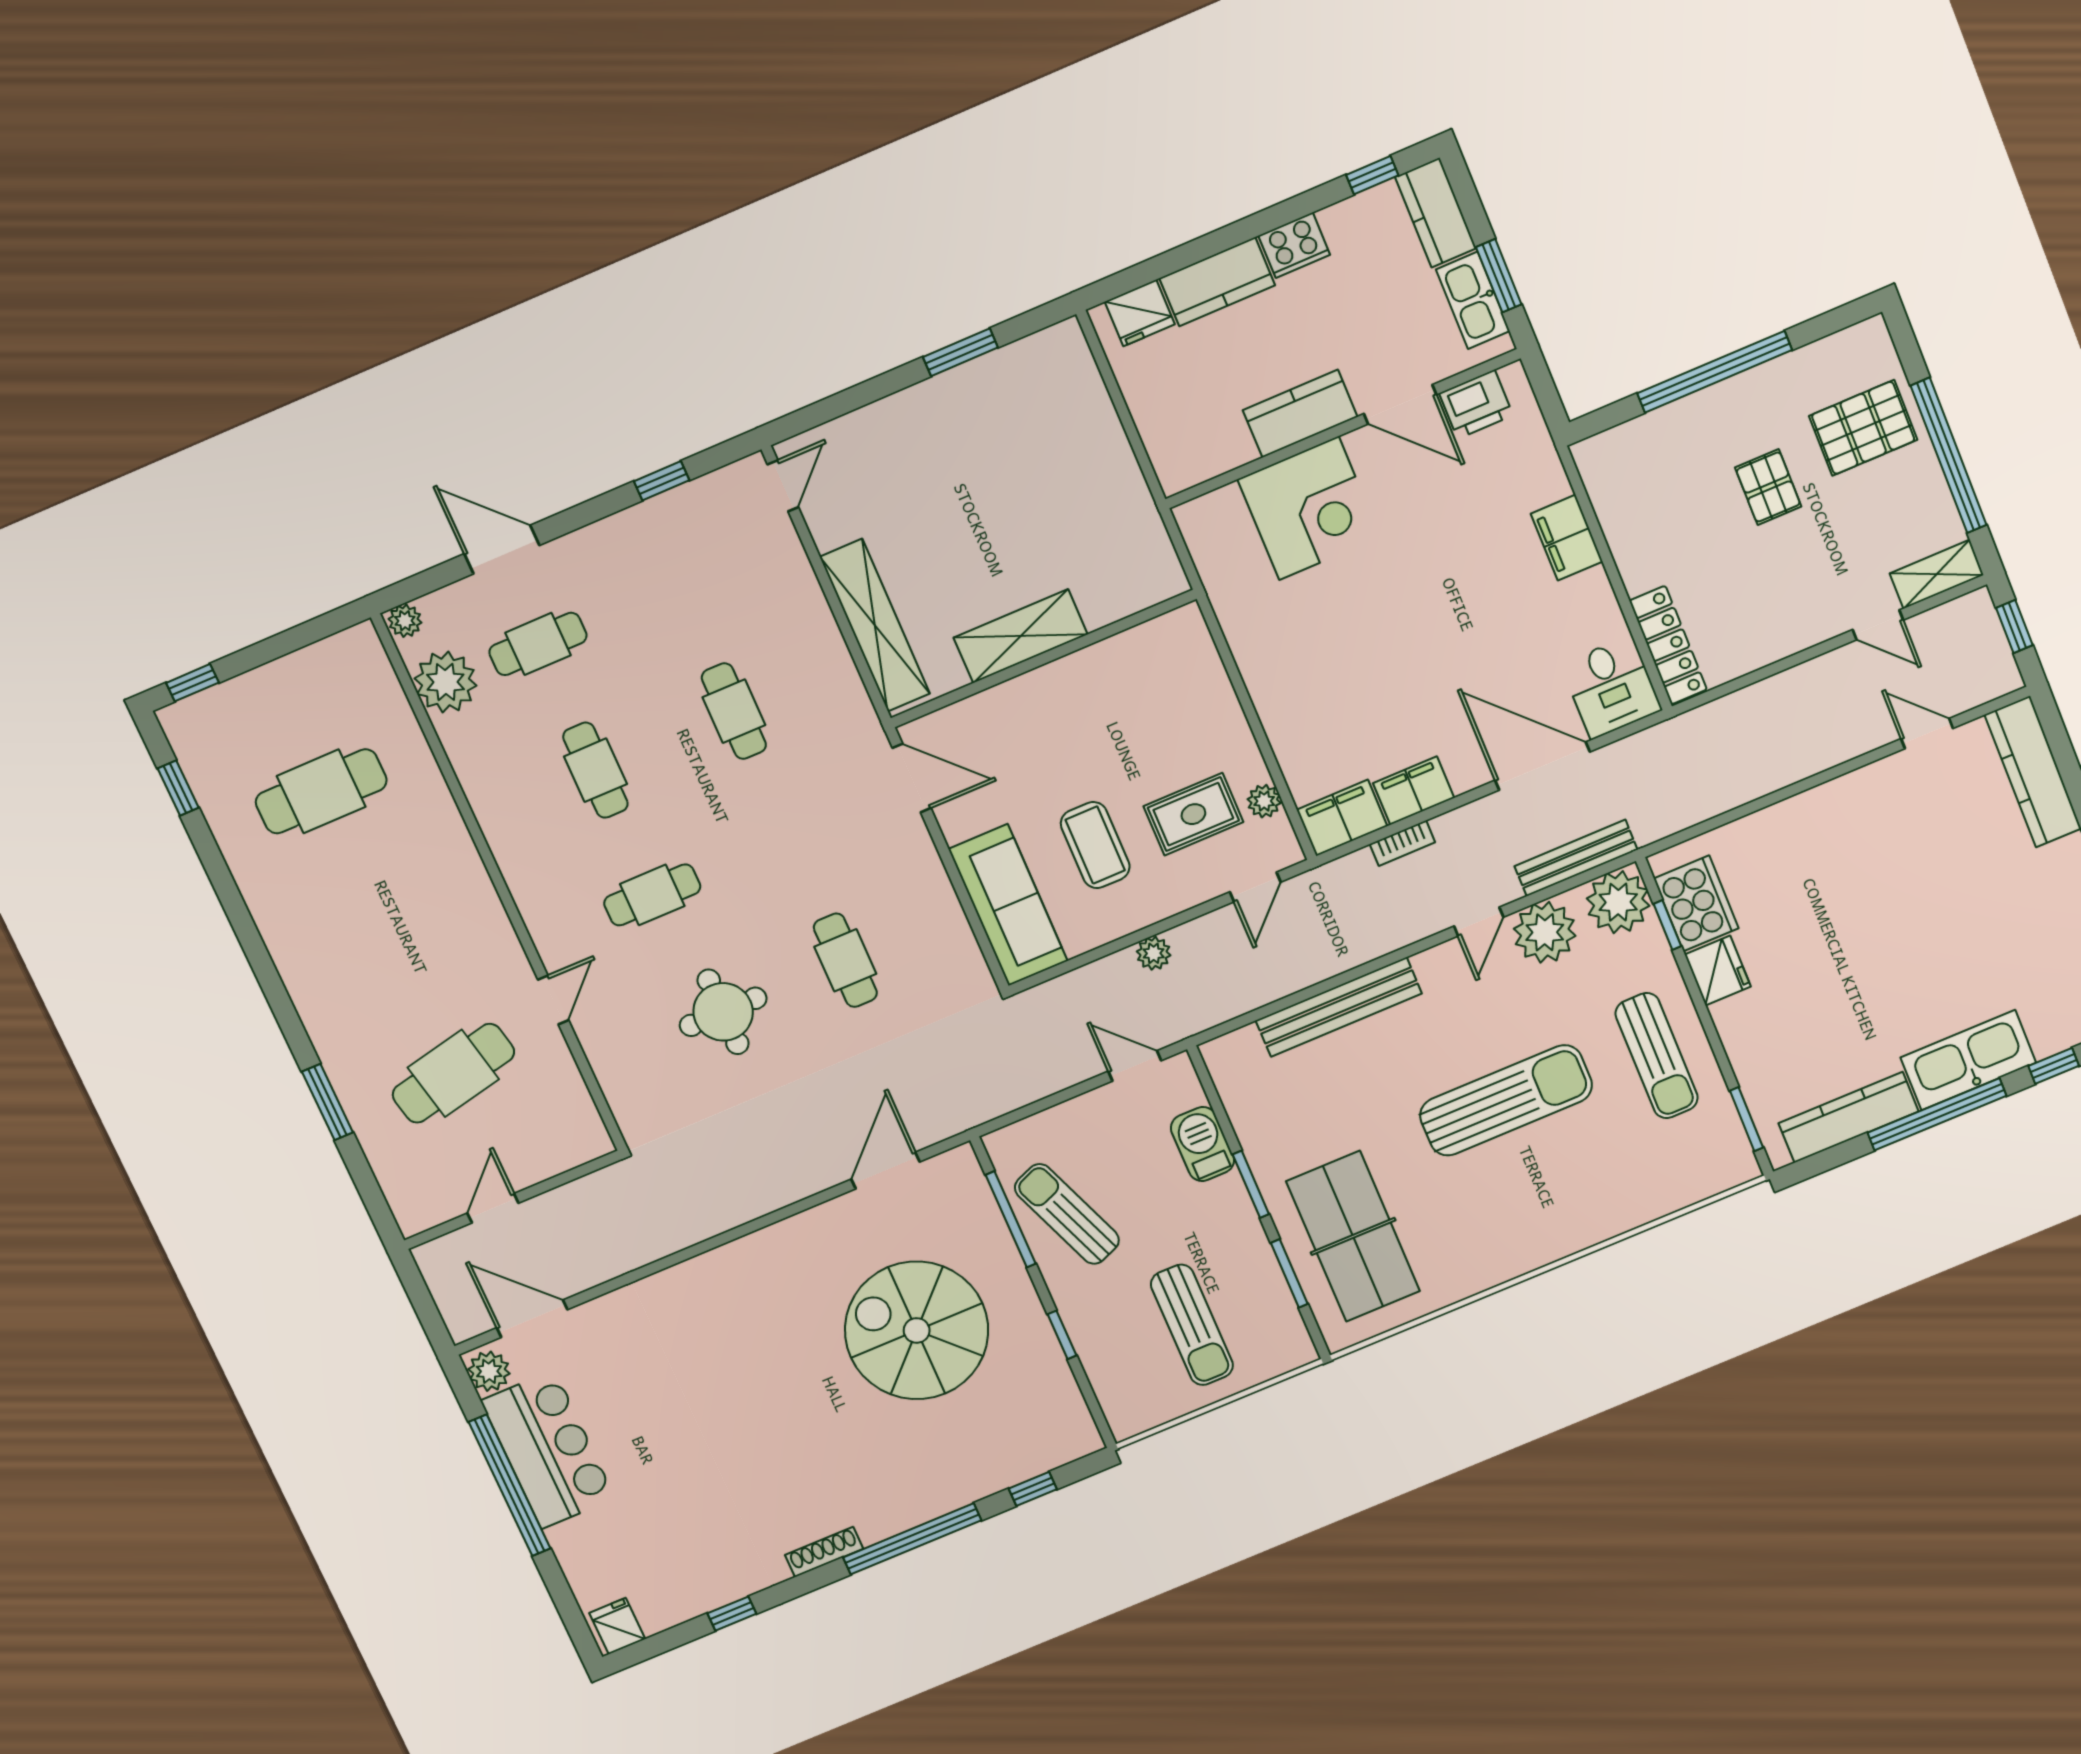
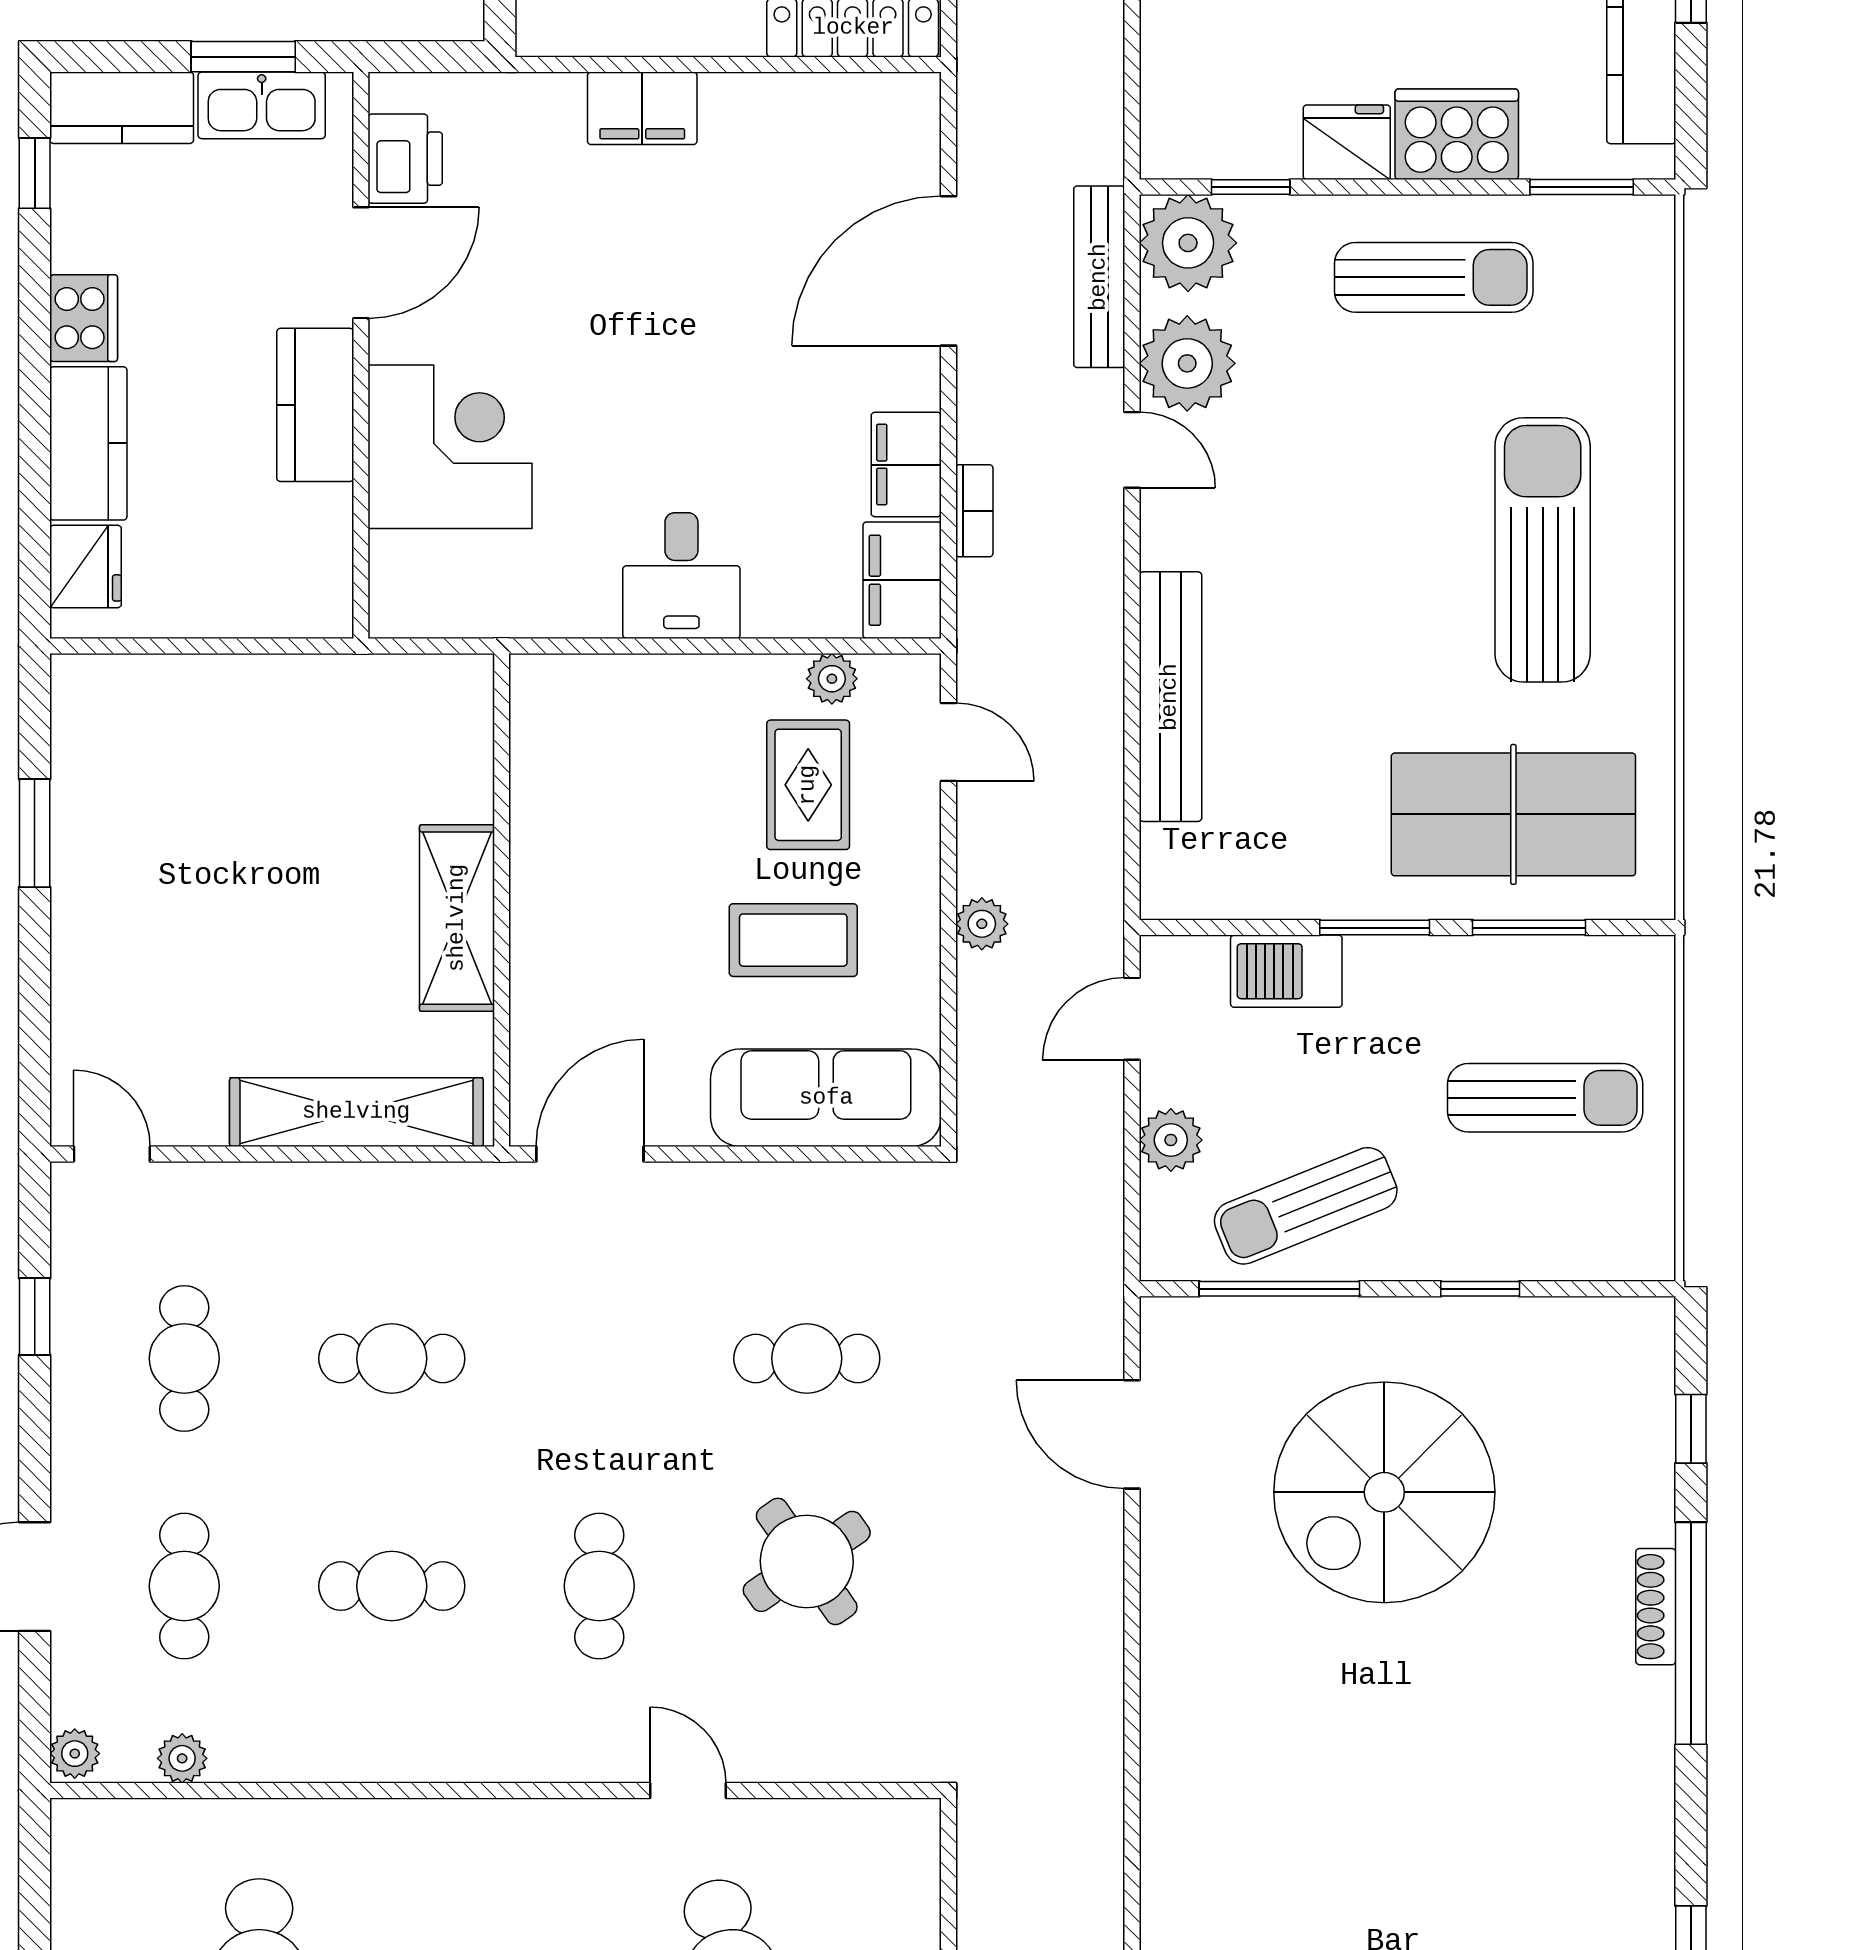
cafe table: (677, 584) -> (184, 1359), added
plant: (445, 682) -> (182, 1758), width x0.53, depth x0.53
desk: (1611, 687) -> (681, 576), moved, turned 90
cooker: (1696, 903) -> (1457, 134), moved
round table: (723, 1012) -> (807, 1561), turned -35
sun lounger: (1506, 1100) -> (1543, 550), moved
plant: (1072, 1119) -> (1171, 1140), added
shoe rack: (824, 1552) -> (1656, 1607), moved

